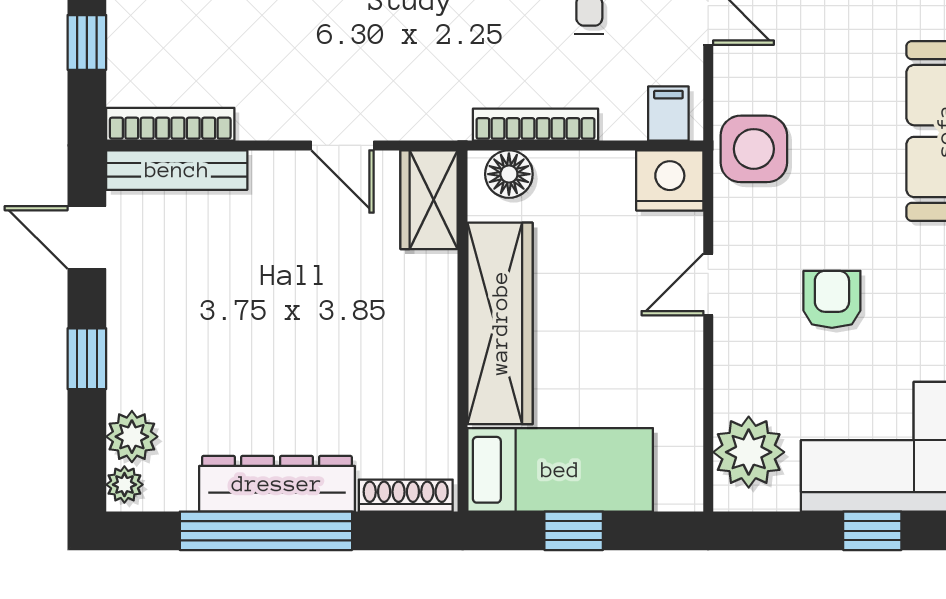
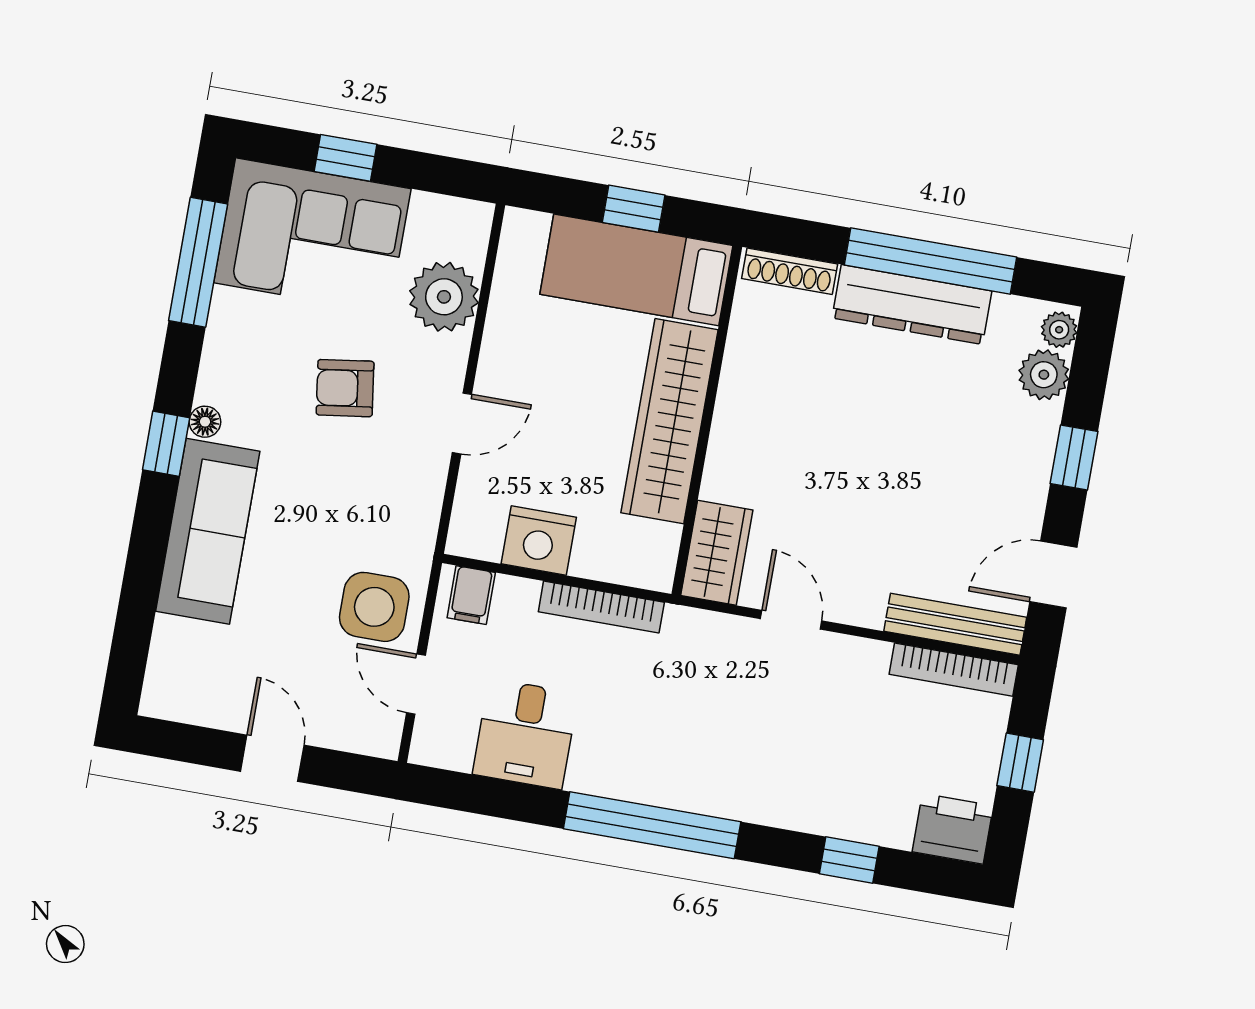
side table: (754, 149) -> (374, 607), moved
floor lamp: (509, 174) -> (635, 564), removed
nightstand: (670, 180) -> (539, 540), moved
door: (87, 237) -> (1053, 574), swing flipped
armchair: (832, 299) -> (345, 388), turned 82
plant: (749, 452) -> (444, 297), moved

